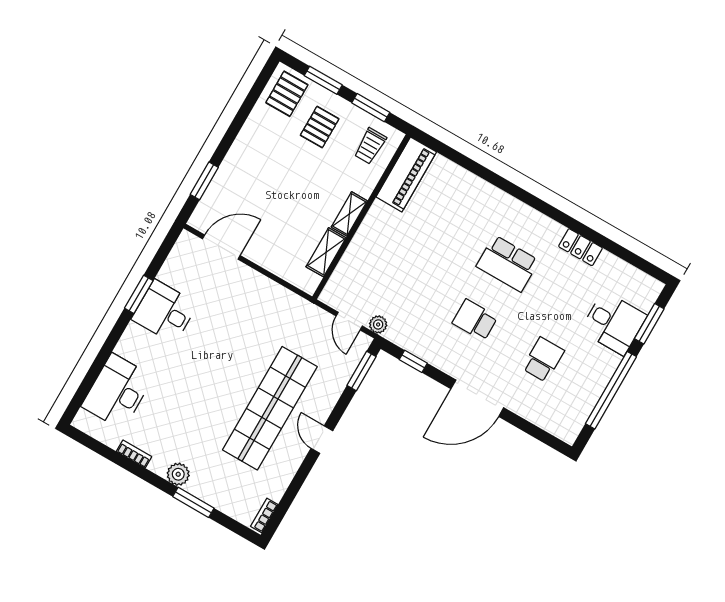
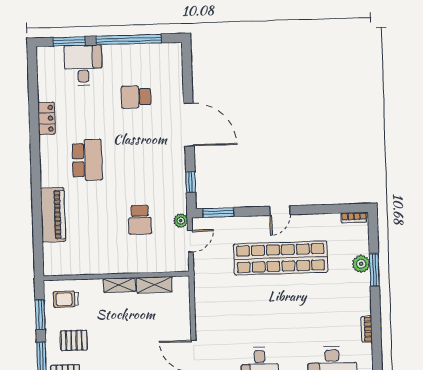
trolley: (370, 146) -> (66, 299), turned 180
piano: (406, 174) -> (53, 215), moved, turned 90
school desk: (475, 320) -> (140, 220), moved
plant: (178, 474) -> (361, 264), moved

